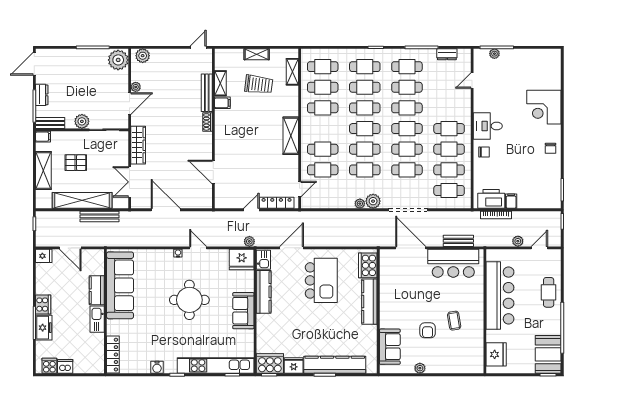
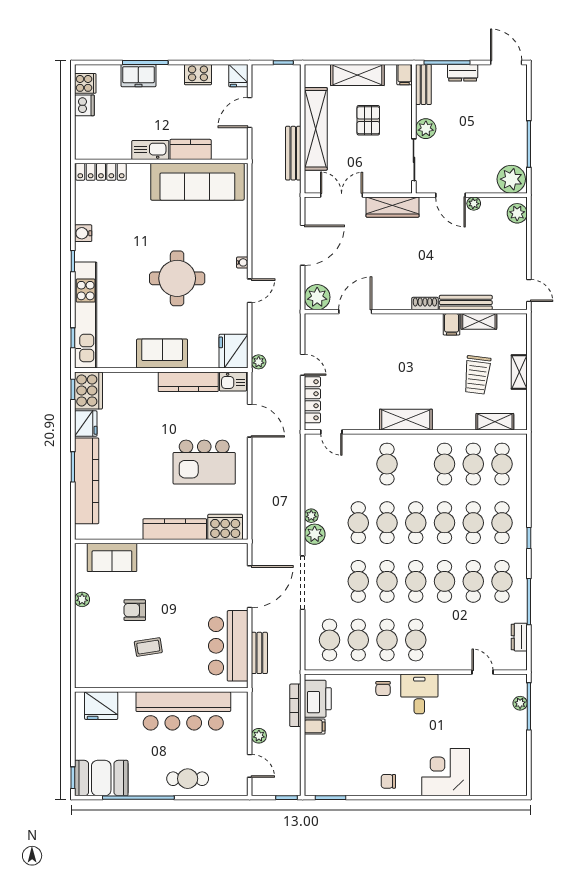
cafe table: (323, 170) -> (358, 464), removed
plant: (203, 199) -> (317, 297), added
cooker: (43, 305) -> (198, 75), moved

